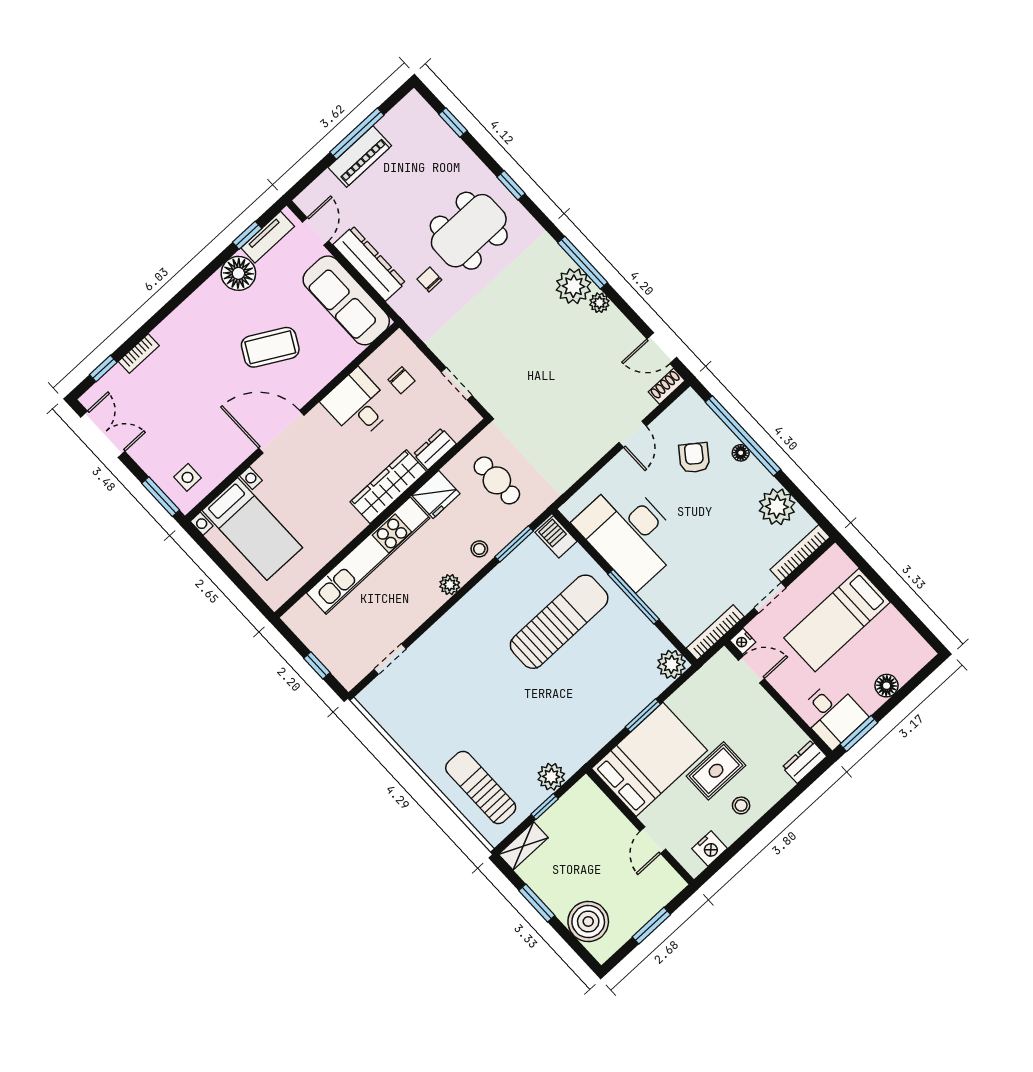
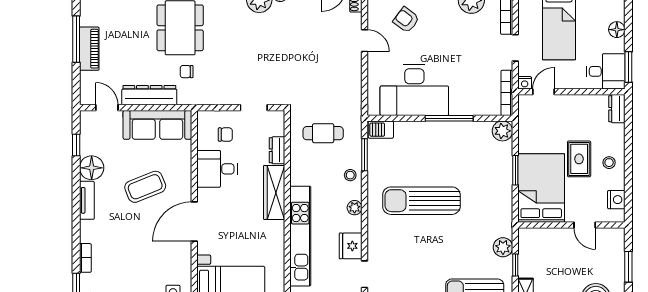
tv unit: (268, 237) -> (87, 200), moved
coffee table: (270, 347) -> (145, 187), turned 39
fridge: (436, 495) -> (351, 246), moved, turned 180
sun lounger: (559, 622) -> (421, 201), moved, turned -90

